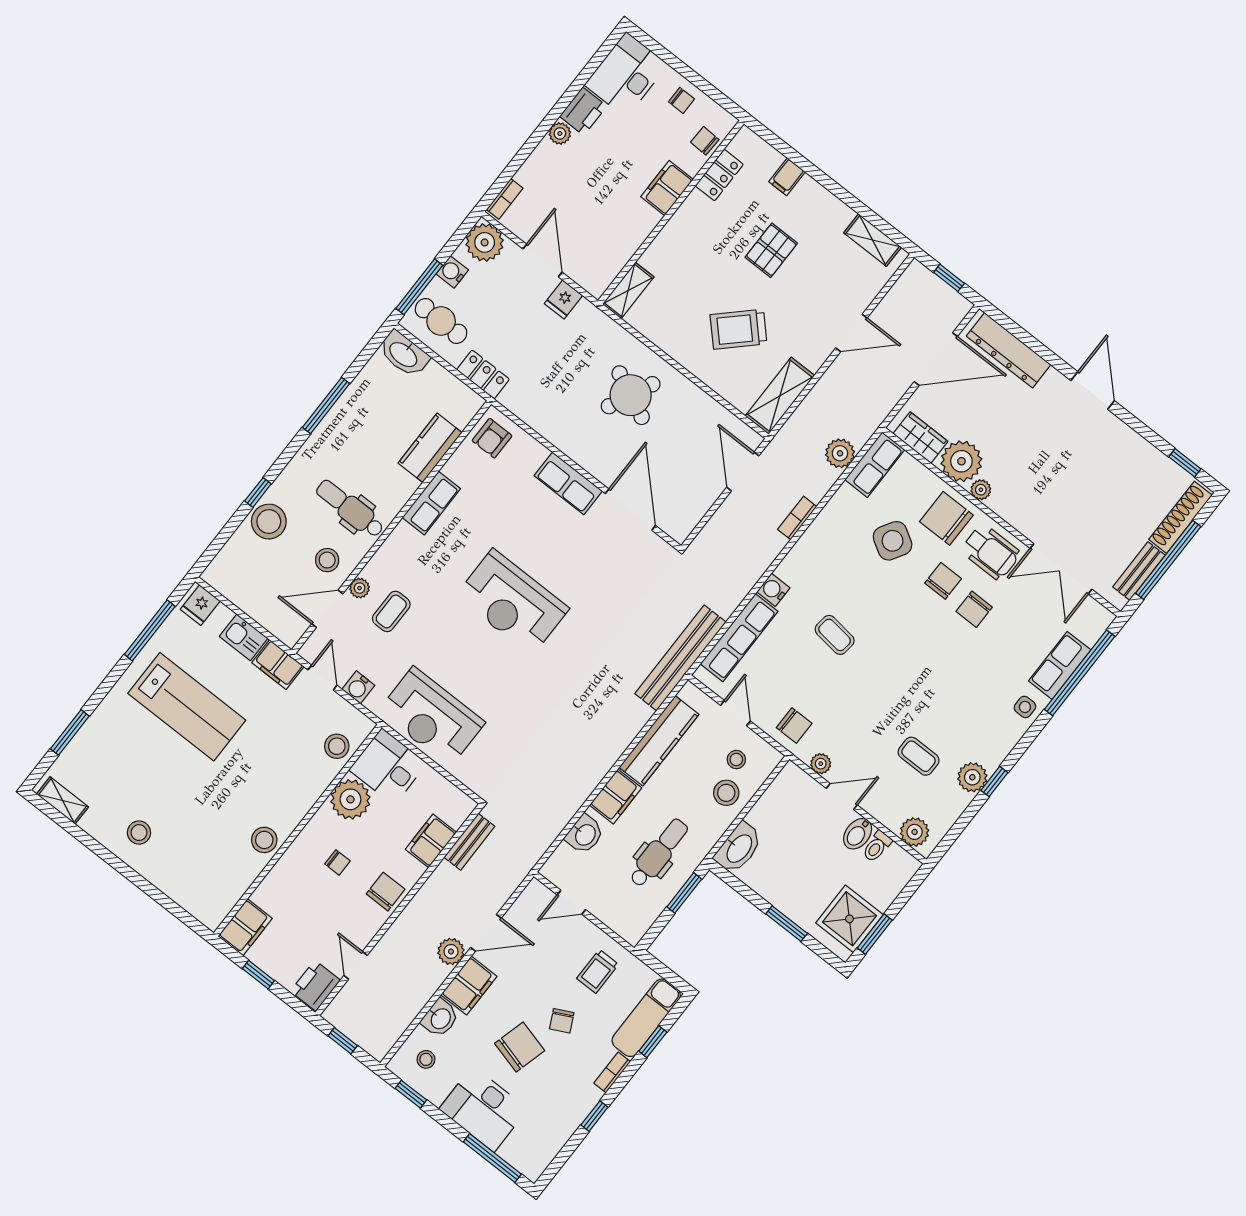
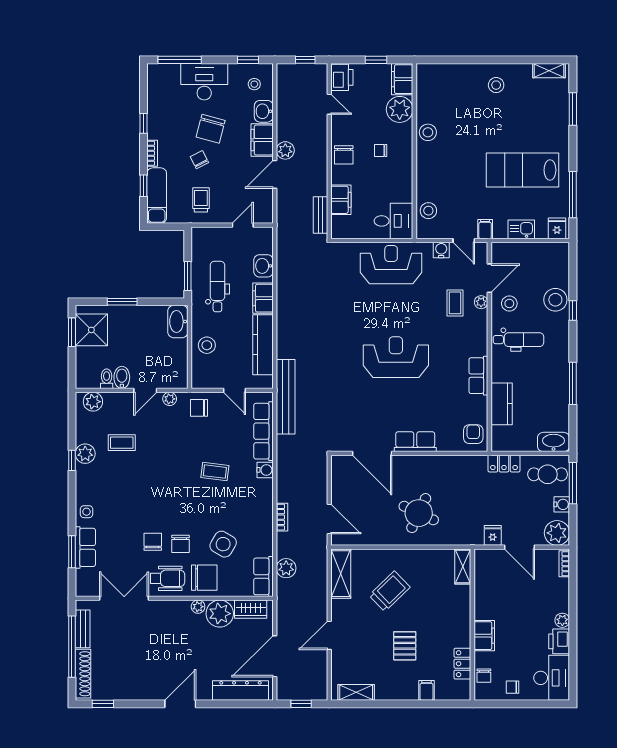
chair: (705, 141) -> (484, 676), turned 88
door: (1093, 391) -> (180, 704), swing flipped
wheelchair: (991, 552) -> (168, 578), turned 180
filing cabinet: (278, 665) -> (485, 229), width x0.50
window: (1080, 673) -> (72, 552), width x0.47
stool: (736, 760) -> (215, 367), removed
plant: (350, 799) -> (400, 109), moved
dental chair: (659, 853) -> (217, 287), turned 180

